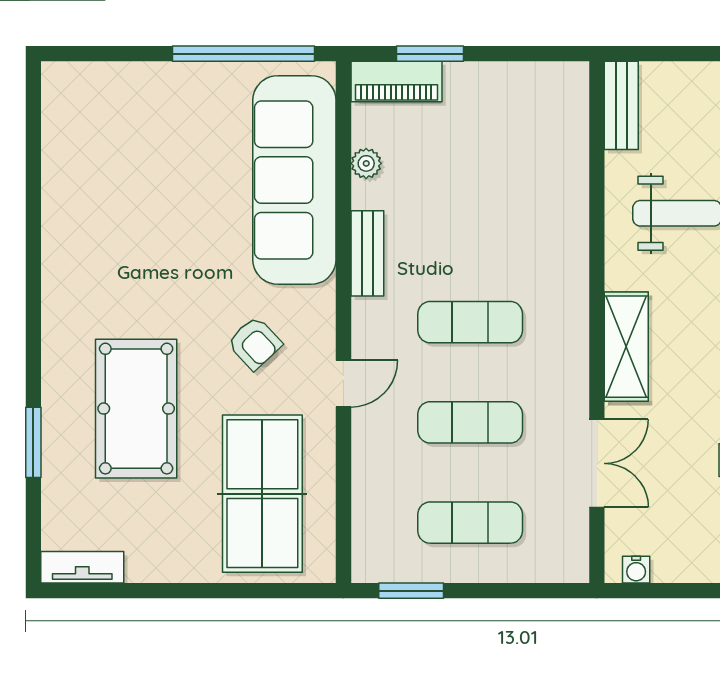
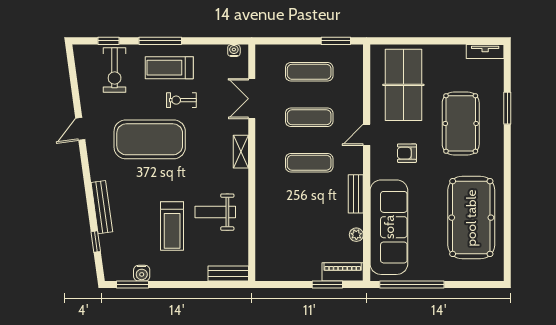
bench: (621, 105) -> (228, 273), moved, turned 90
pool table: (113, 201) -> (471, 218), added
armchair: (255, 343) -> (407, 153), turned -47
shelving: (626, 347) -> (241, 152), width x0.67, depth x0.75

